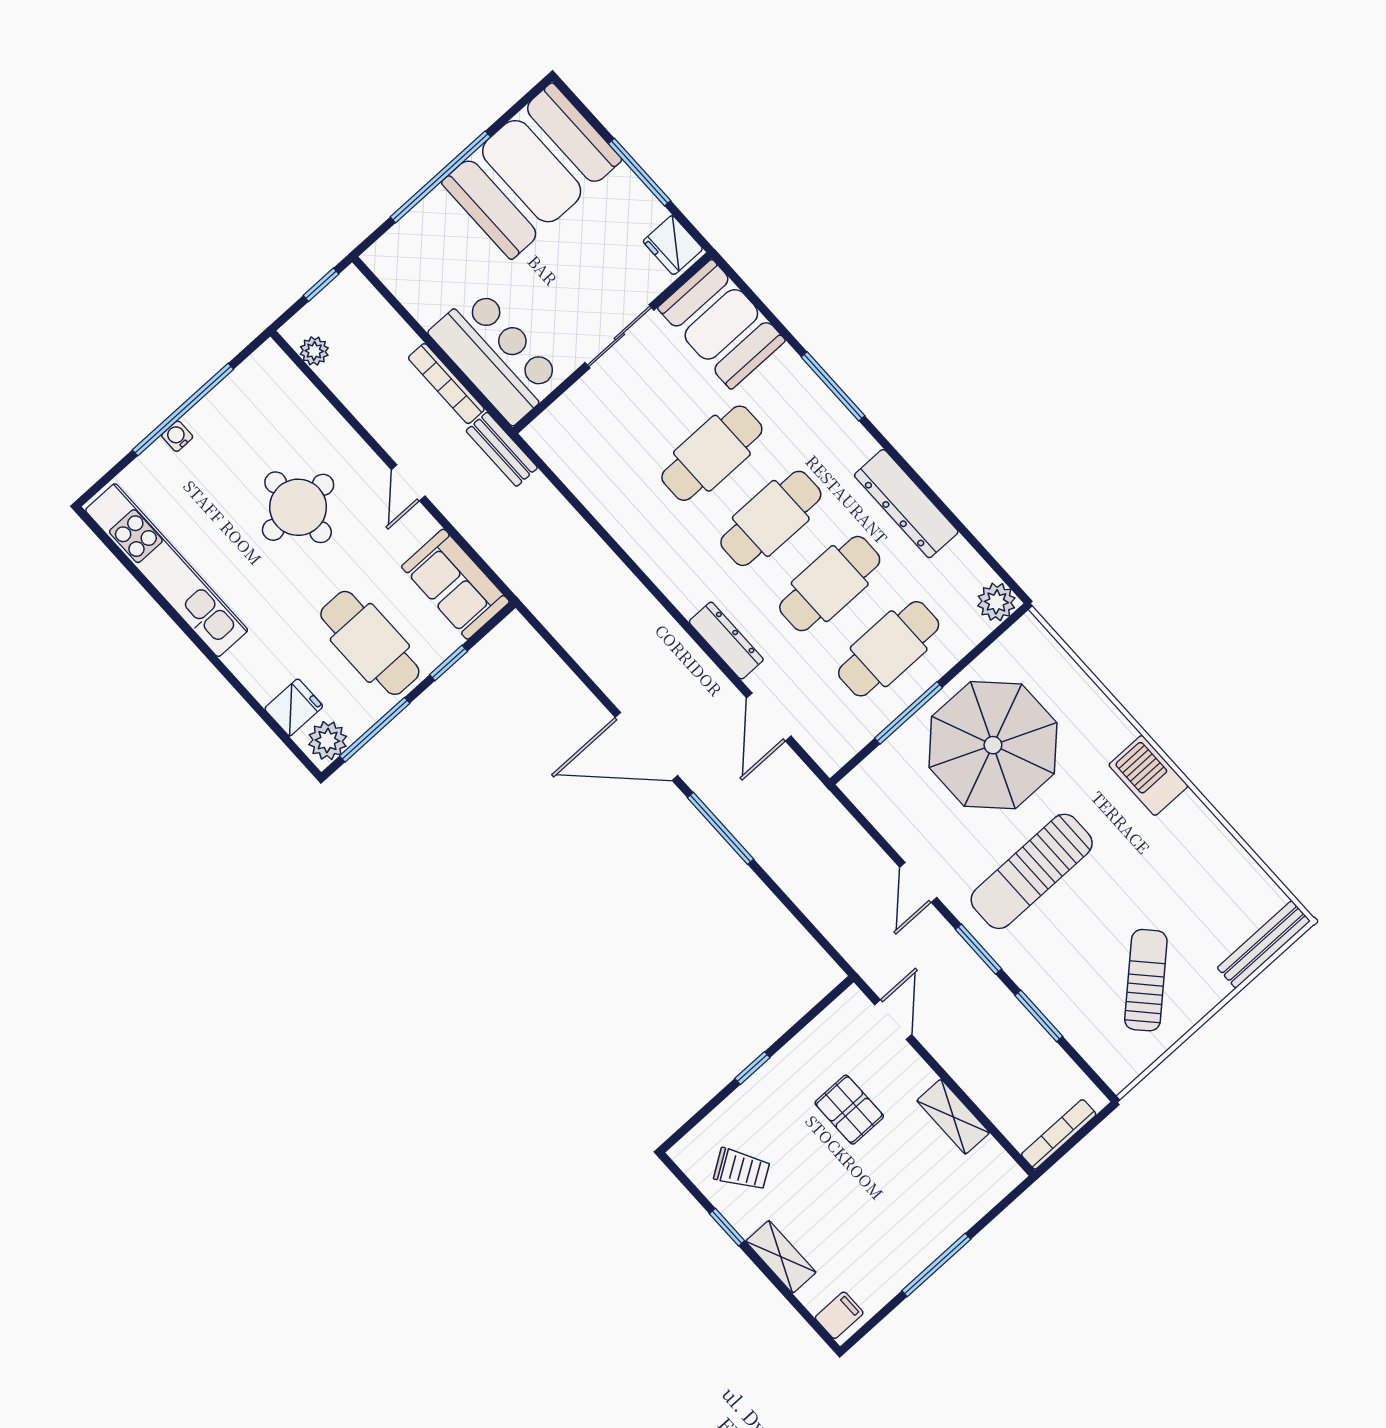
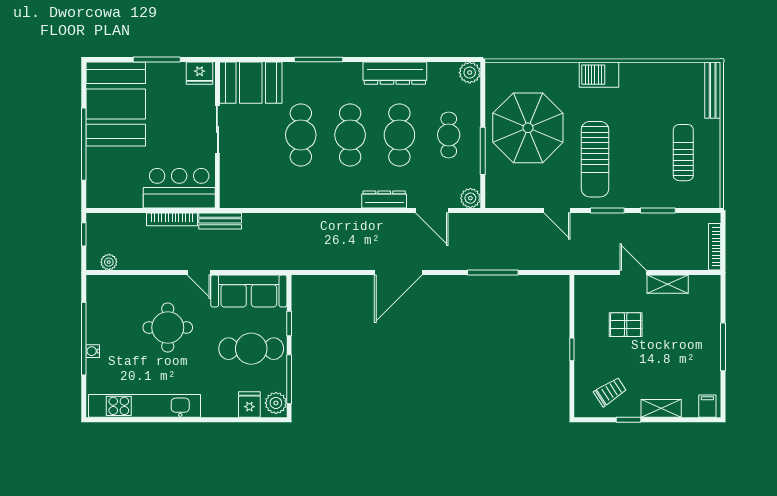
sofa: (455, 584) -> (249, 291), width x1.36
cafe table: (889, 649) -> (449, 135), width x0.73, depth x0.74
plant: (831, 753) -> (470, 198), added
window: (720, 828) -> (493, 272), moved
sun lounger: (1146, 980) -> (683, 153), turned 43
door: (893, 1020) -> (633, 272), moved

